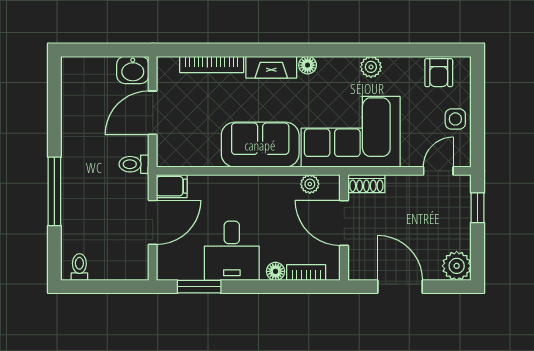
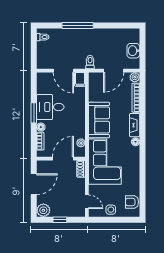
plant: (371, 67) -> (135, 77), moved
washbasin: (133, 70) -> (133, 51), moved
door: (153, 113) -> (114, 71), swing flipped
window: (477, 208) -> (60, 220), moved
window: (199, 287) -> (34, 113), moved

